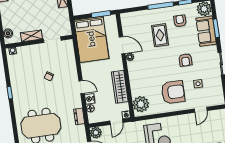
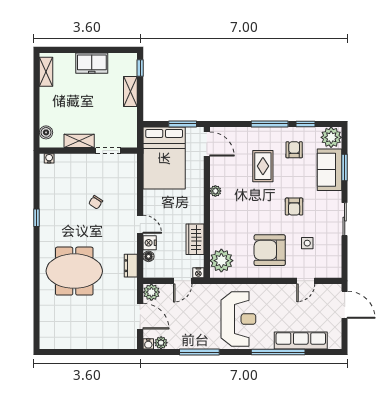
door: (122, 45) -> (207, 144), moved
wardrobe: (120, 87) -> (195, 239), width x0.67
armchair: (173, 92) -> (270, 250), turned 180

